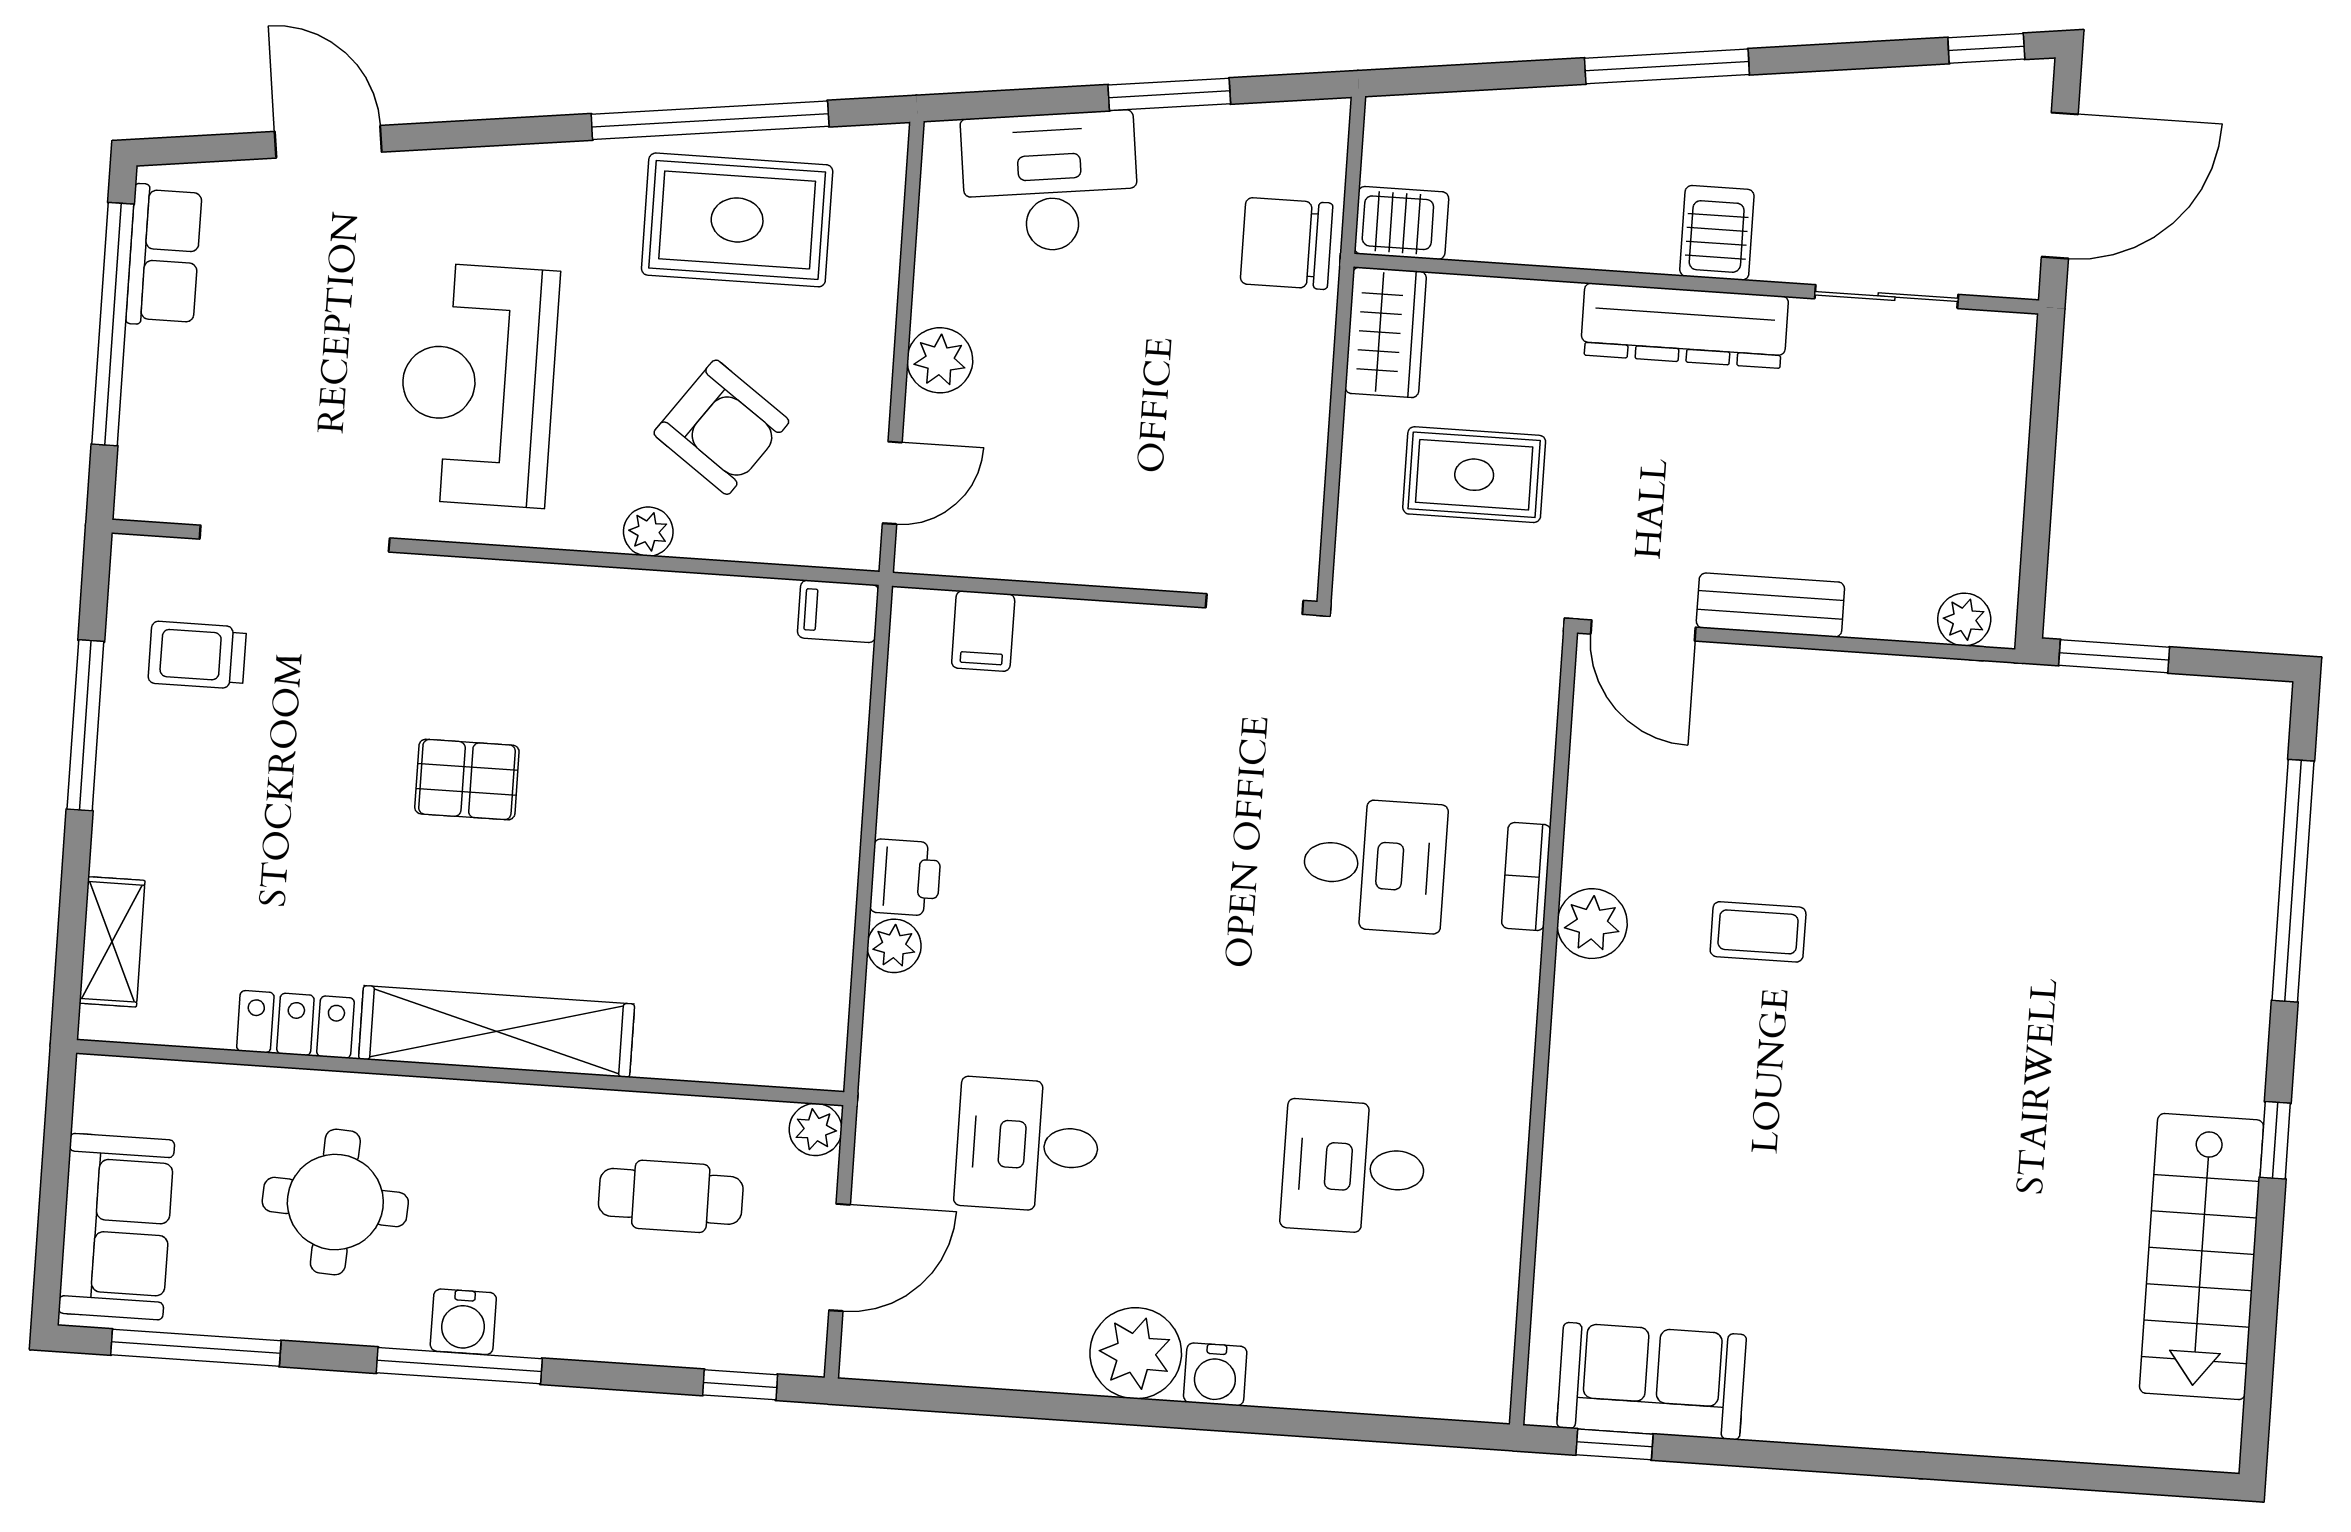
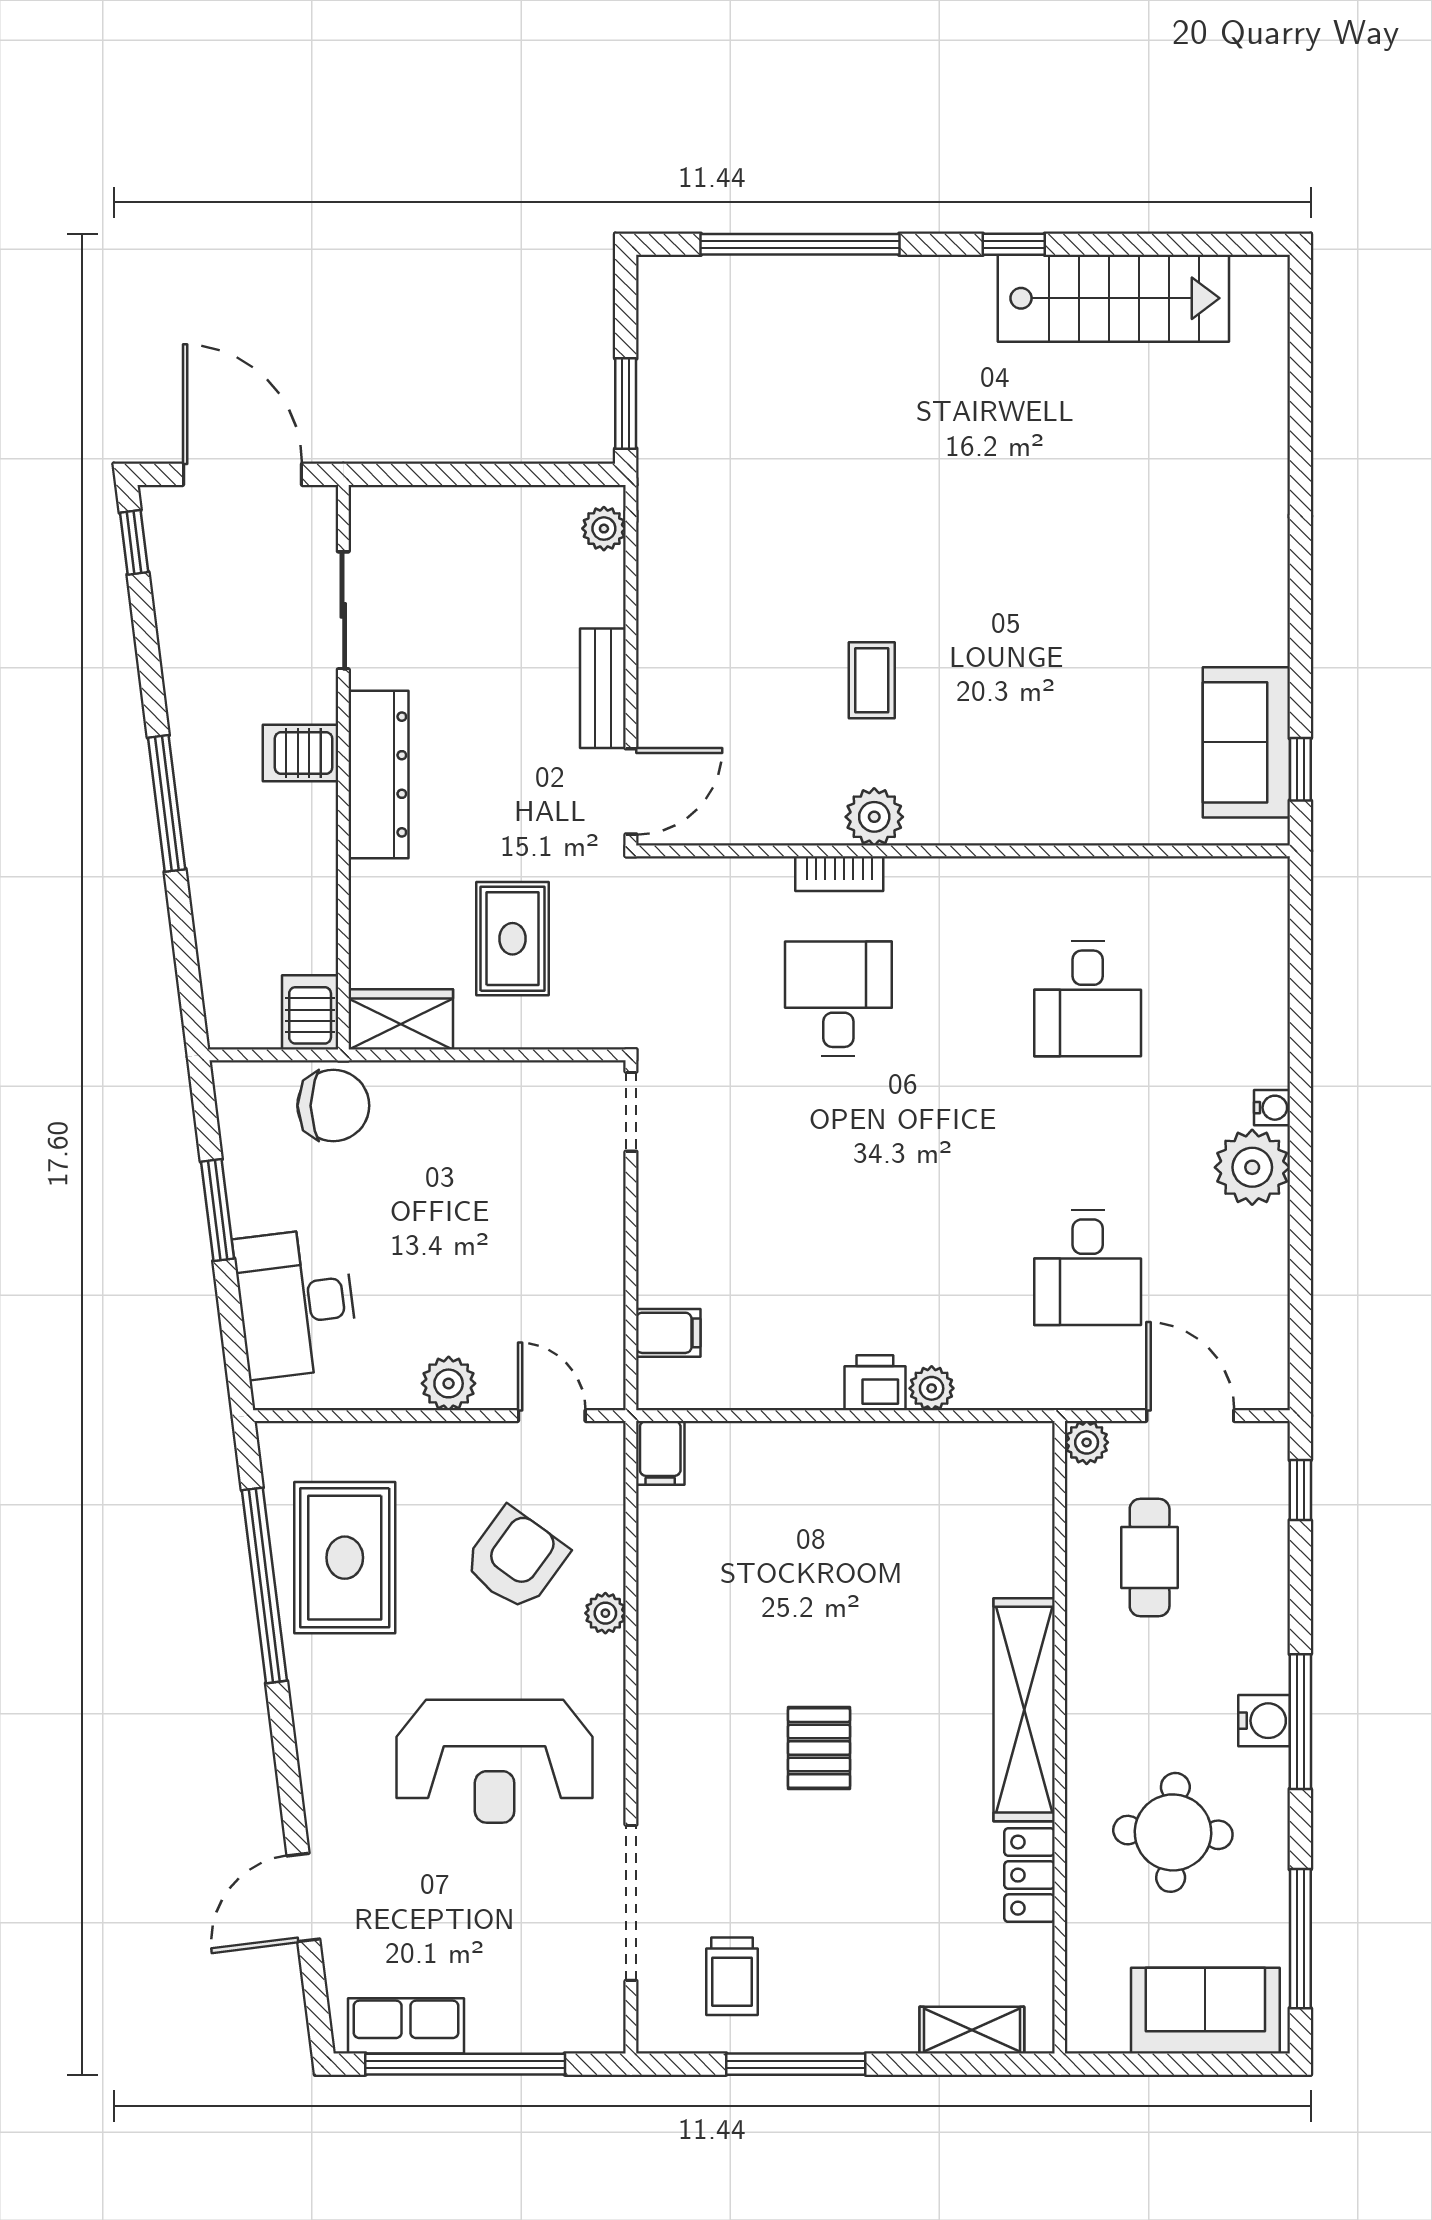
chair: (1287, 243) -> (333, 1106), turned -90
water cooler: (1215, 1374) -> (1272, 1108), width x0.72, depth x0.72

